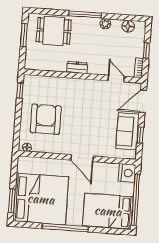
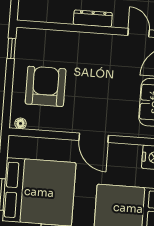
dresser: (77, 68) -> (93, 18), width x1.44

